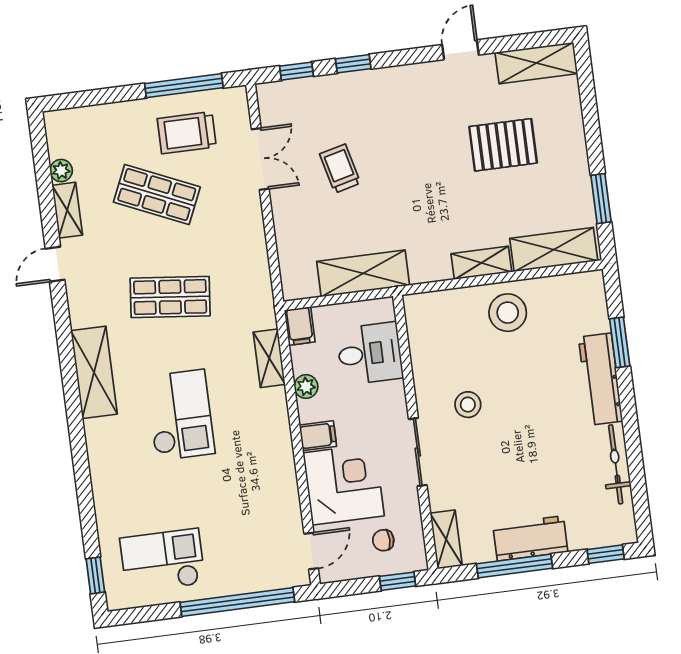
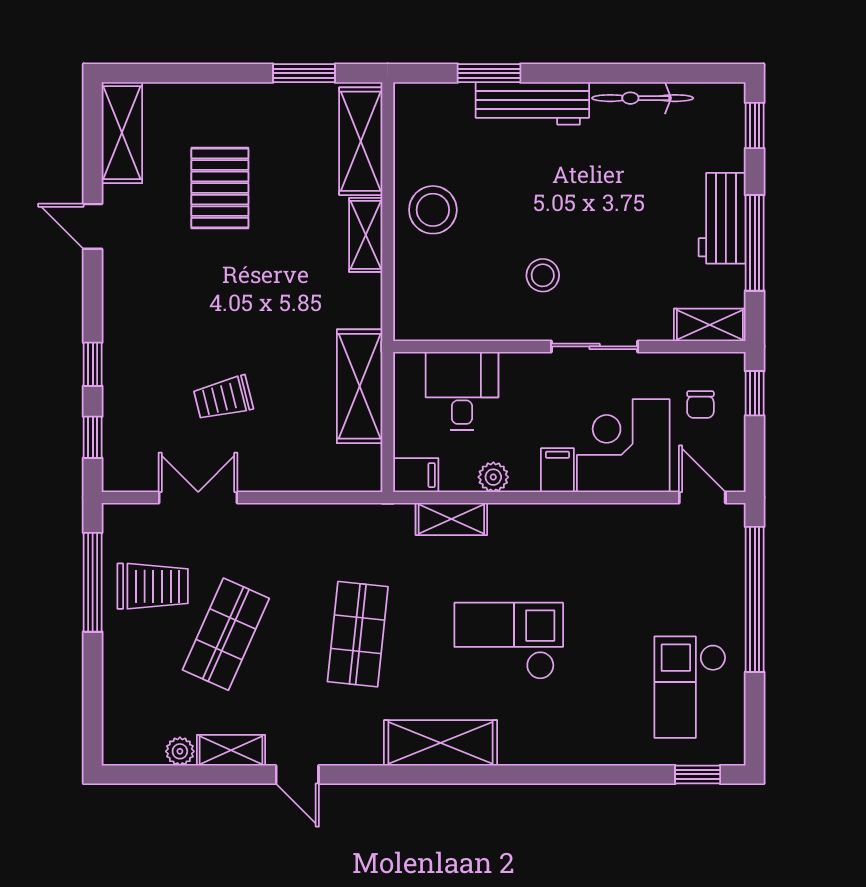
trolley: (187, 133) -> (153, 586), turned -90

